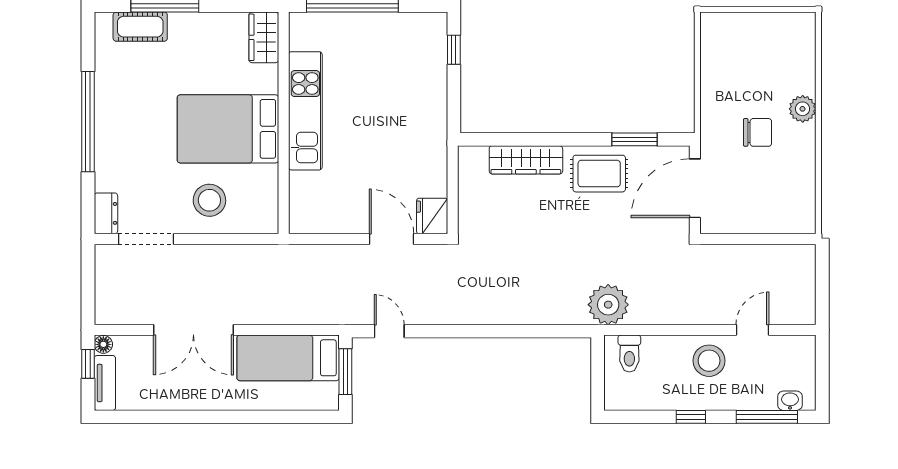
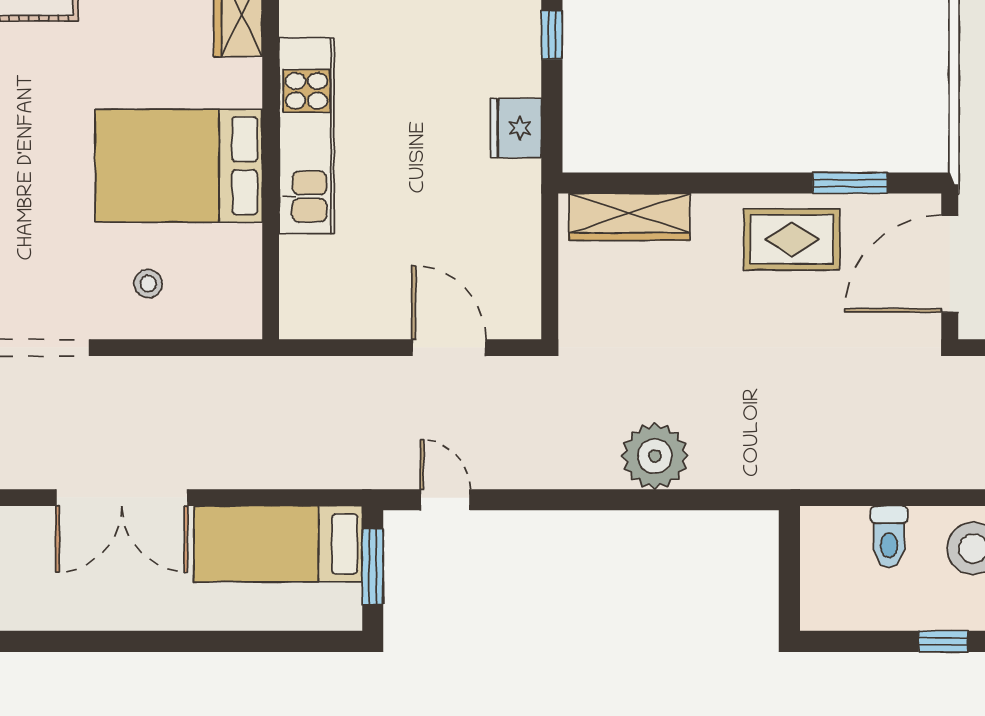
wardrobe: (526, 160) -> (629, 217), moved
stool: (209, 200) -> (148, 284), width x0.53, depth x0.53
fridge: (432, 216) -> (516, 128), moved
plant: (608, 305) -> (655, 456), moved
toilet: (629, 354) -> (889, 537), moved

